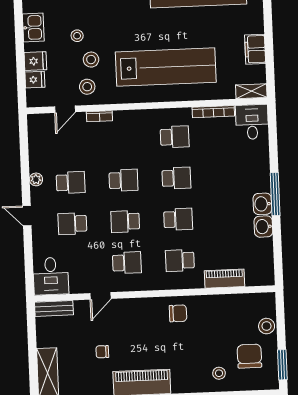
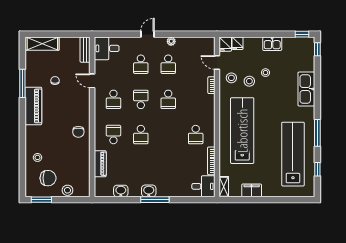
fridge: (35, 61) -> (225, 44), moved
lab bench: (166, 67) -> (242, 131), turned 180
school desk: (176, 178) -> (168, 135), removed
school desk: (72, 224) -> (141, 64), turned 180
washbasin: (263, 227) -> (121, 191), moved

